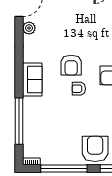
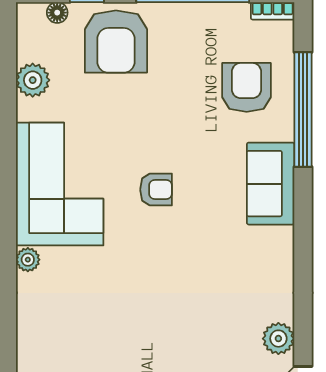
armchair: (71, 65) -> (247, 87), moved
sofa: (32, 80) -> (271, 184), moved

